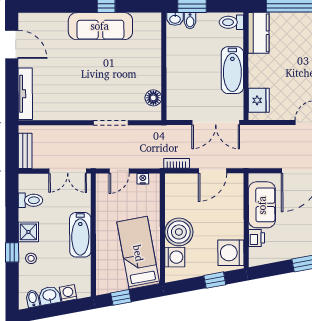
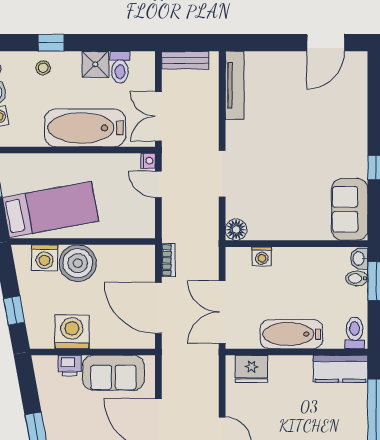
sofa: (100, 26) -> (350, 209), moved, width x0.73
washing machine: (174, 93) -> (262, 256), added
tv unit: (25, 94) -> (235, 85), moved, turned -90
floor lamp: (153, 98) -> (236, 230), moved
door: (213, 171) -> (158, 308), width x1.36
nightstand: (143, 179) -> (148, 161), moved
shower: (28, 232) -> (95, 64), moved
bathtub: (80, 235) -> (85, 128), width x1.36, depth x1.36
washing machine: (231, 253) -> (72, 332), moved

